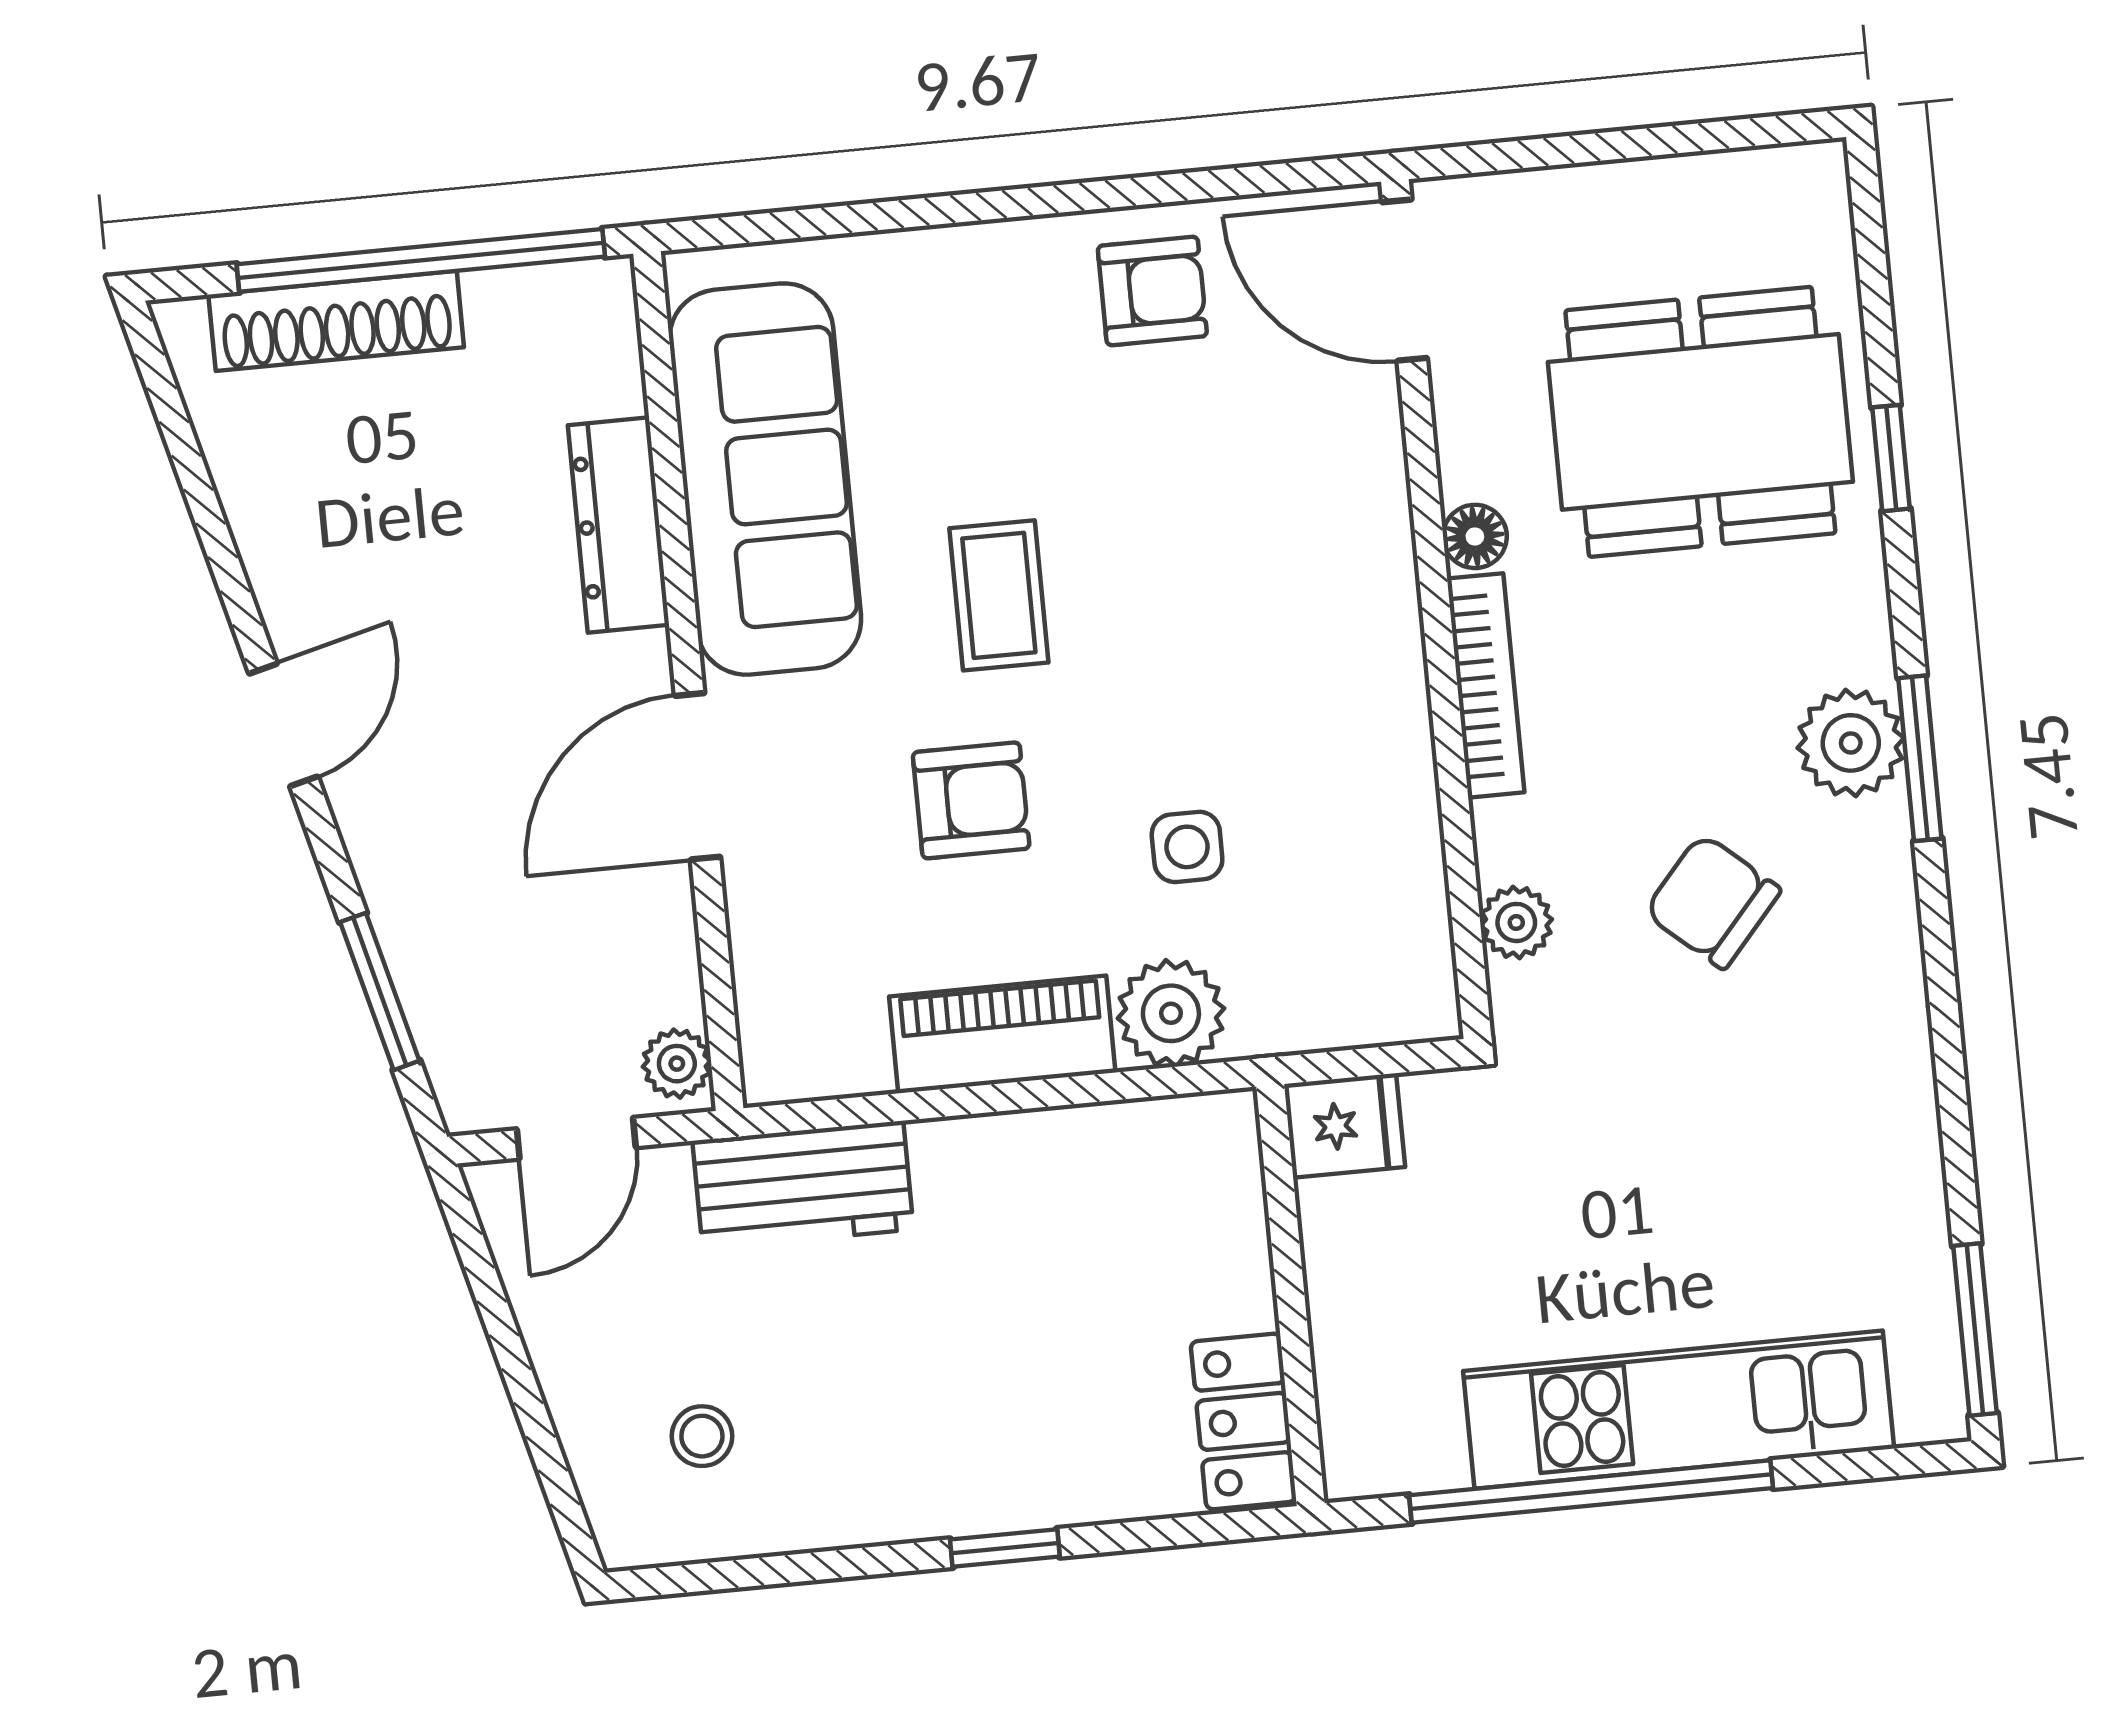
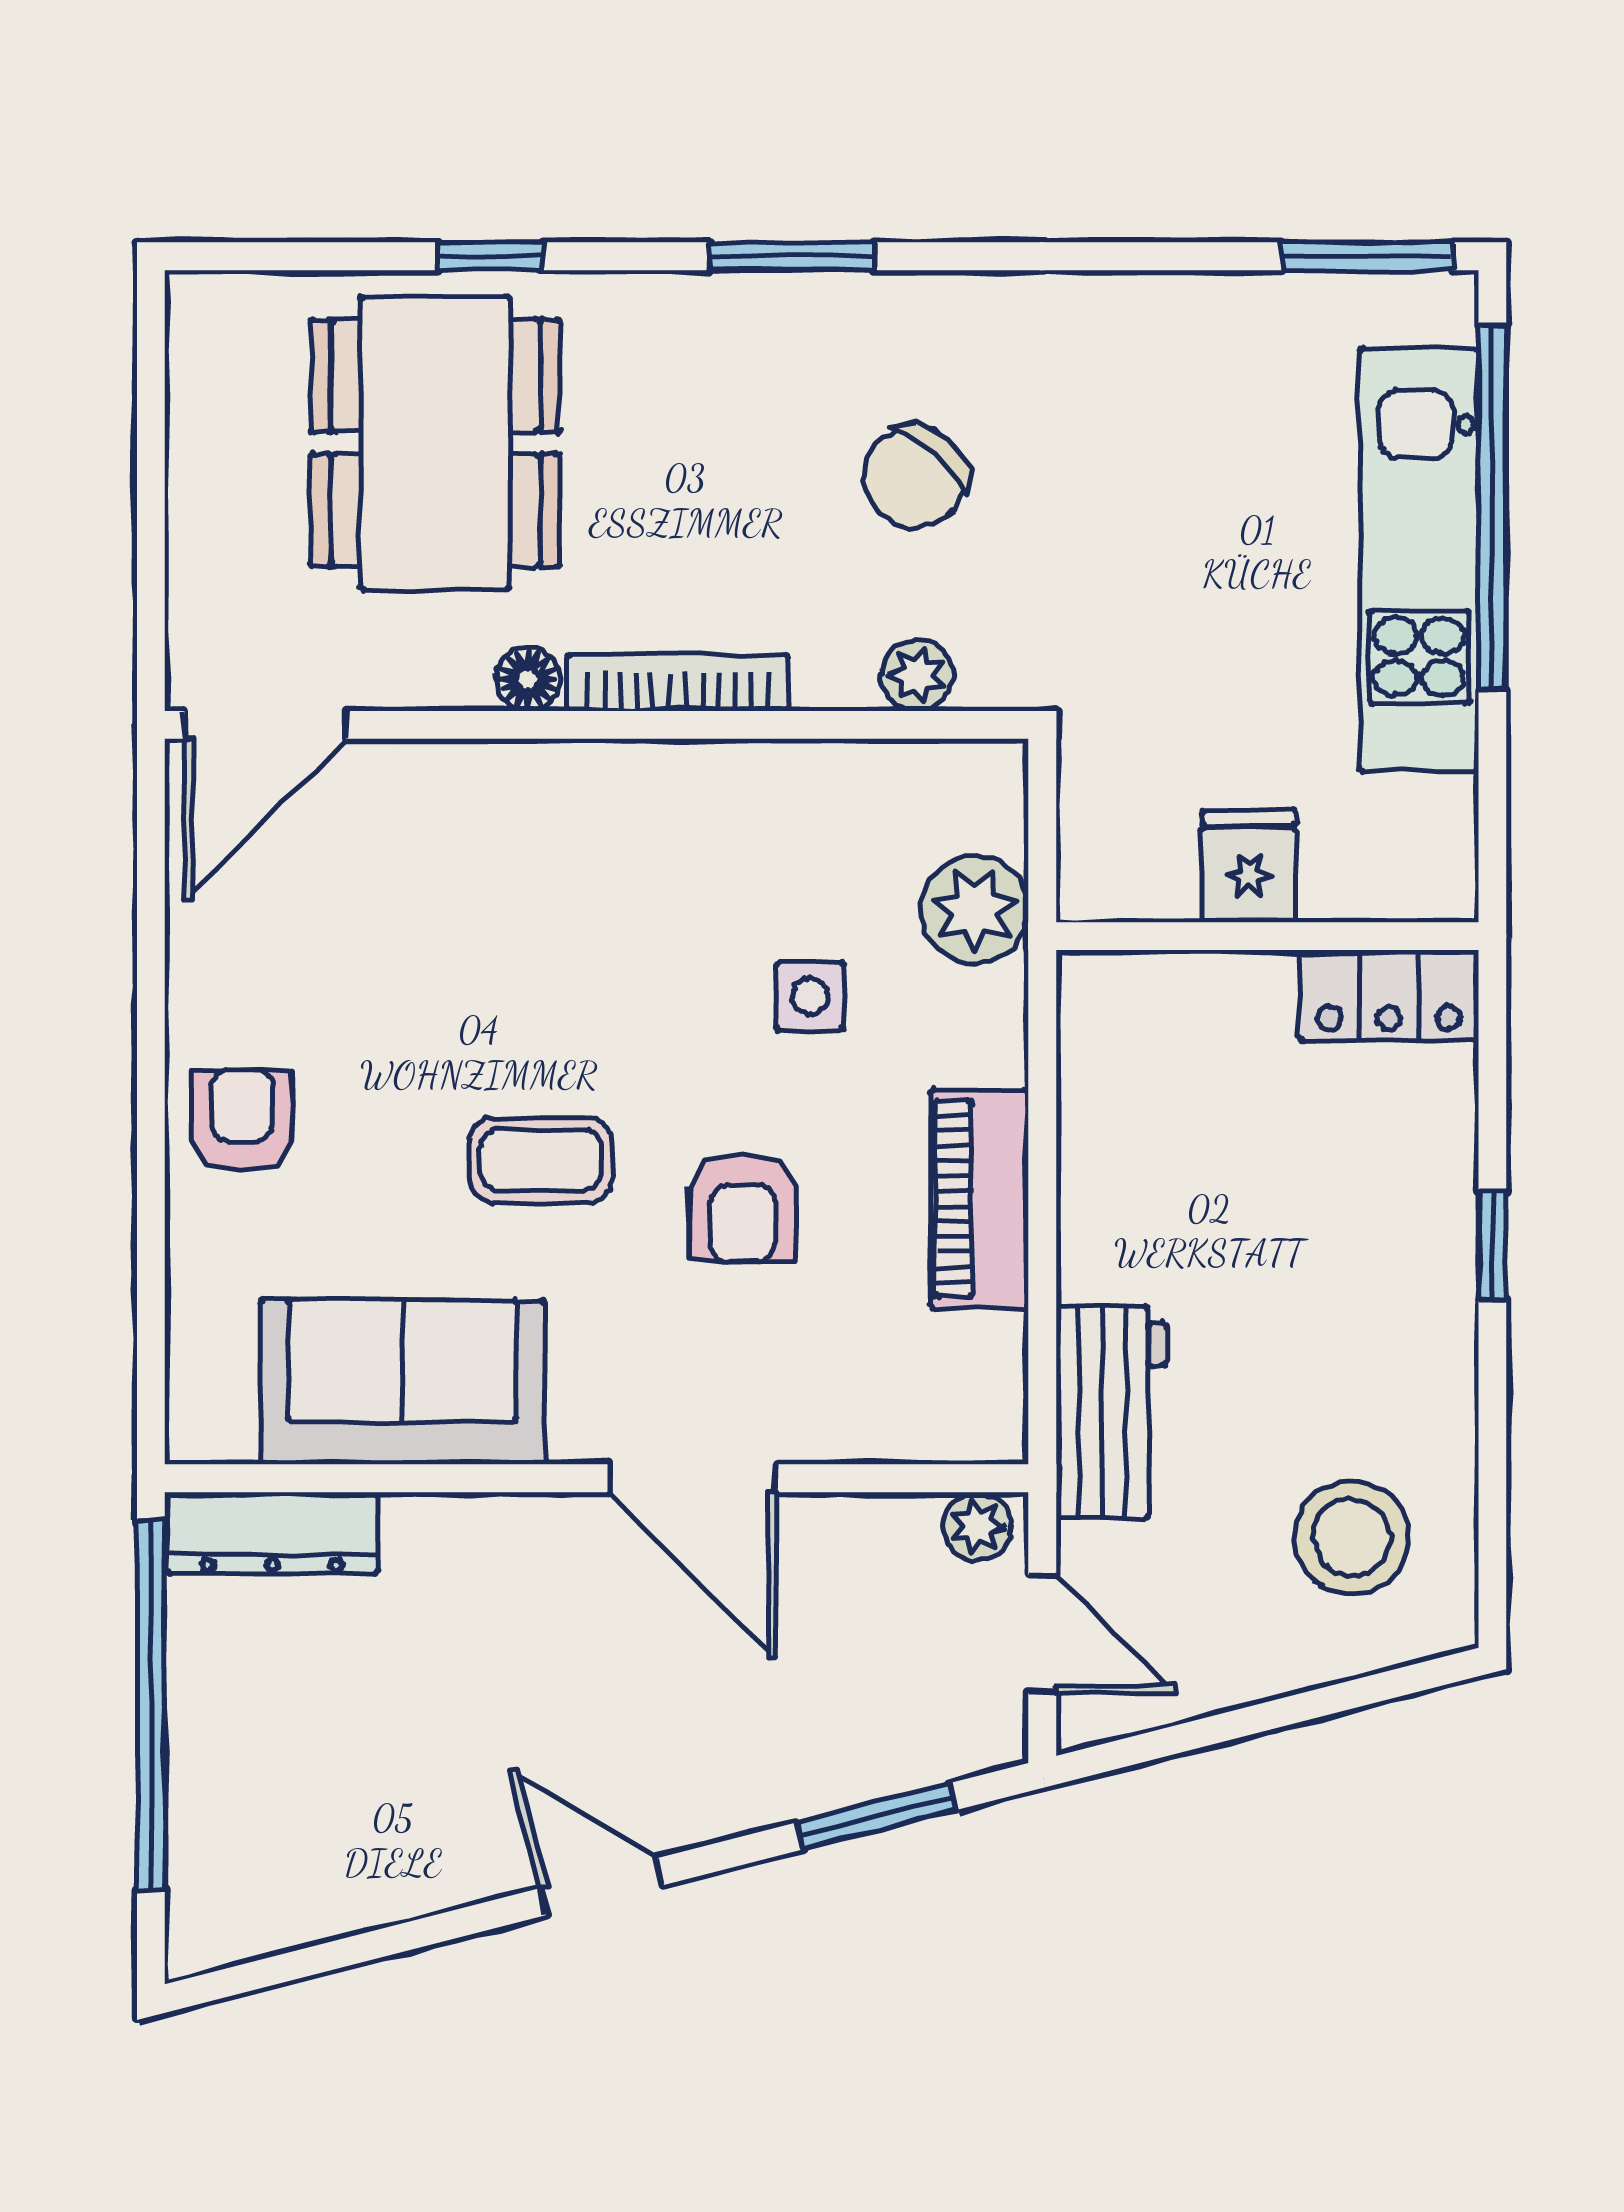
armchair: (1152, 291) -> (242, 1119), moved
shoe rack: (336, 321) -> (203, 1795), removed
sofa: (765, 479) -> (402, 1382), width x0.73
dresser: (618, 525) -> (272, 1533), moved
plant: (1851, 743) -> (770, 324), removed
armchair: (971, 800) -> (743, 1207), turned 180
plant: (1171, 1013) -> (975, 910), moved
fridge: (1344, 1125) -> (1249, 866), moved
stool: (702, 1436) -> (1352, 1537), width x1.89, depth x1.89
window: (1591, 1492) -> (1492, 507), moved

